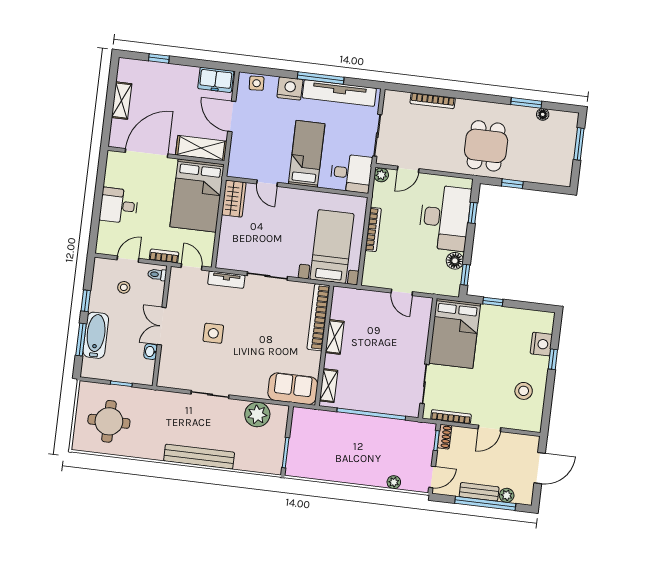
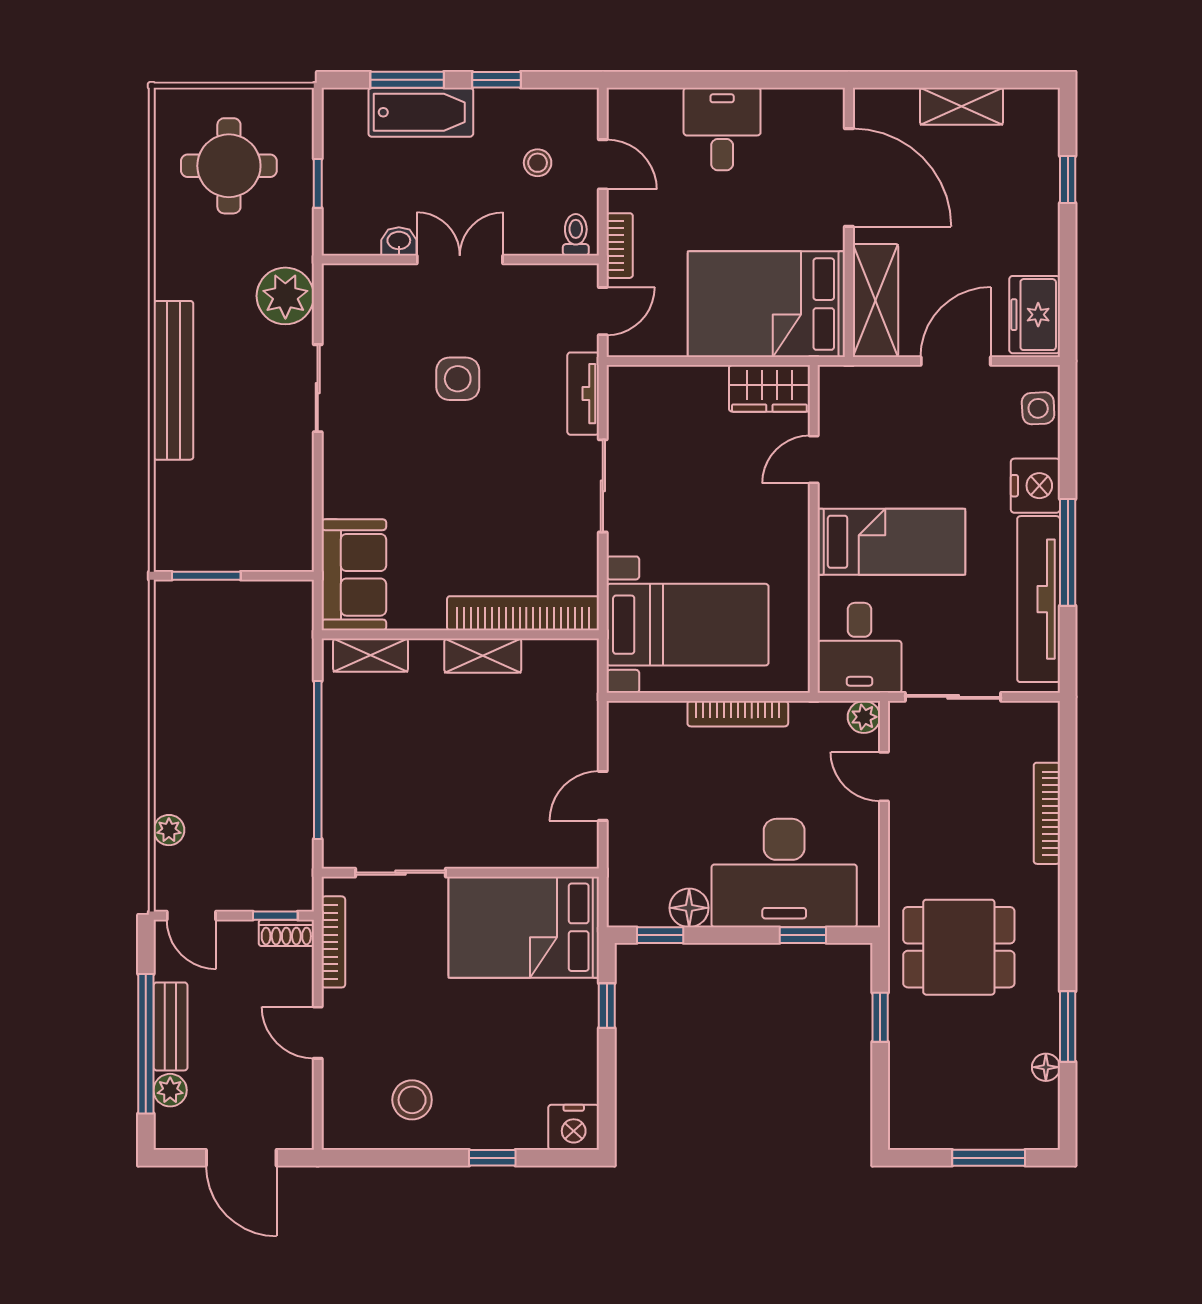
nightstand: (541, 344) -> (574, 1127), moved
plant: (257, 414) -> (285, 296), moved

